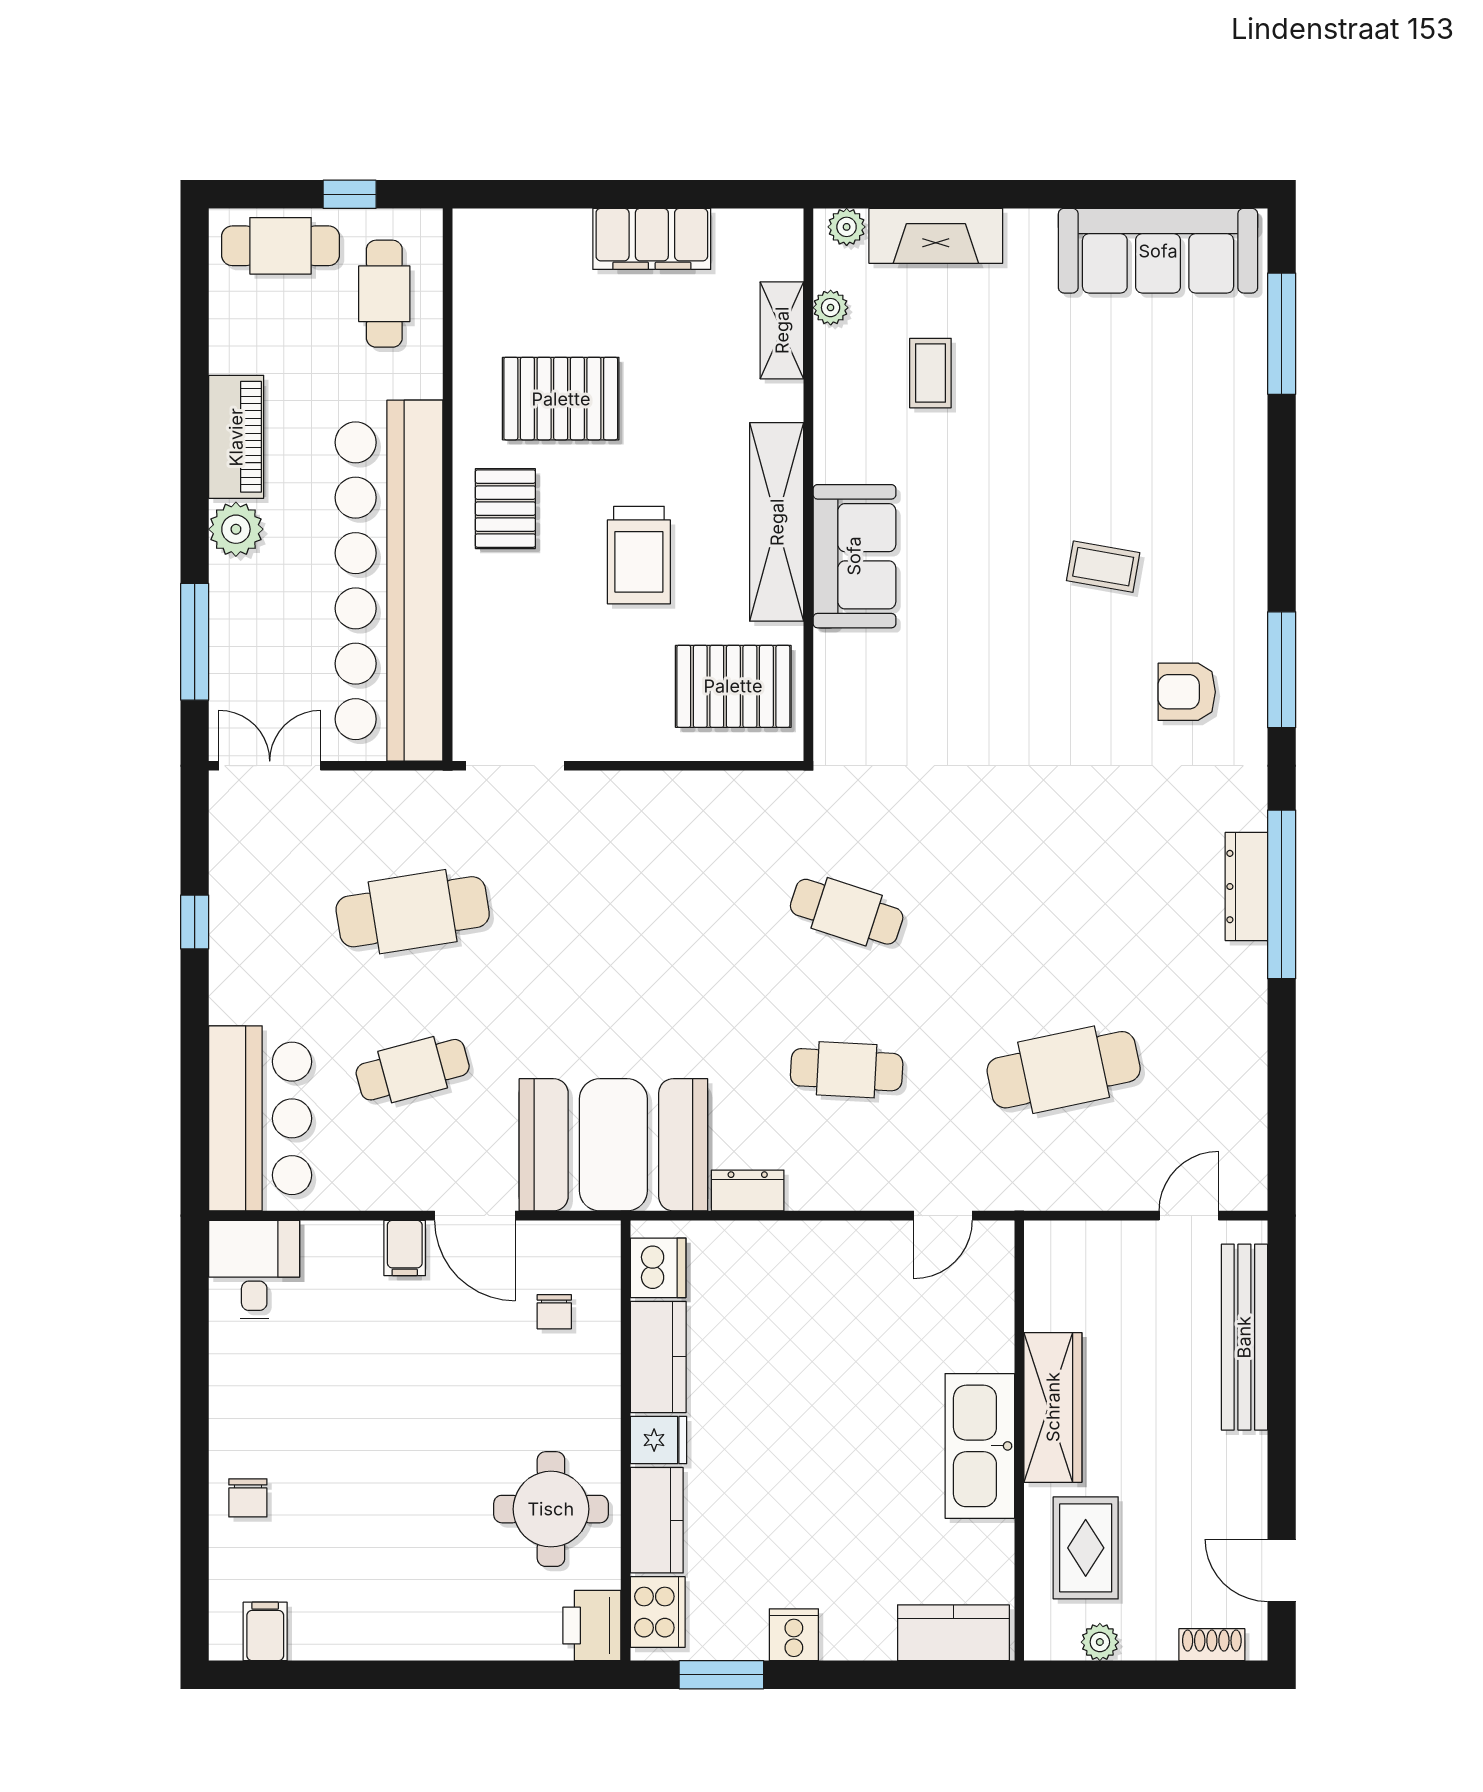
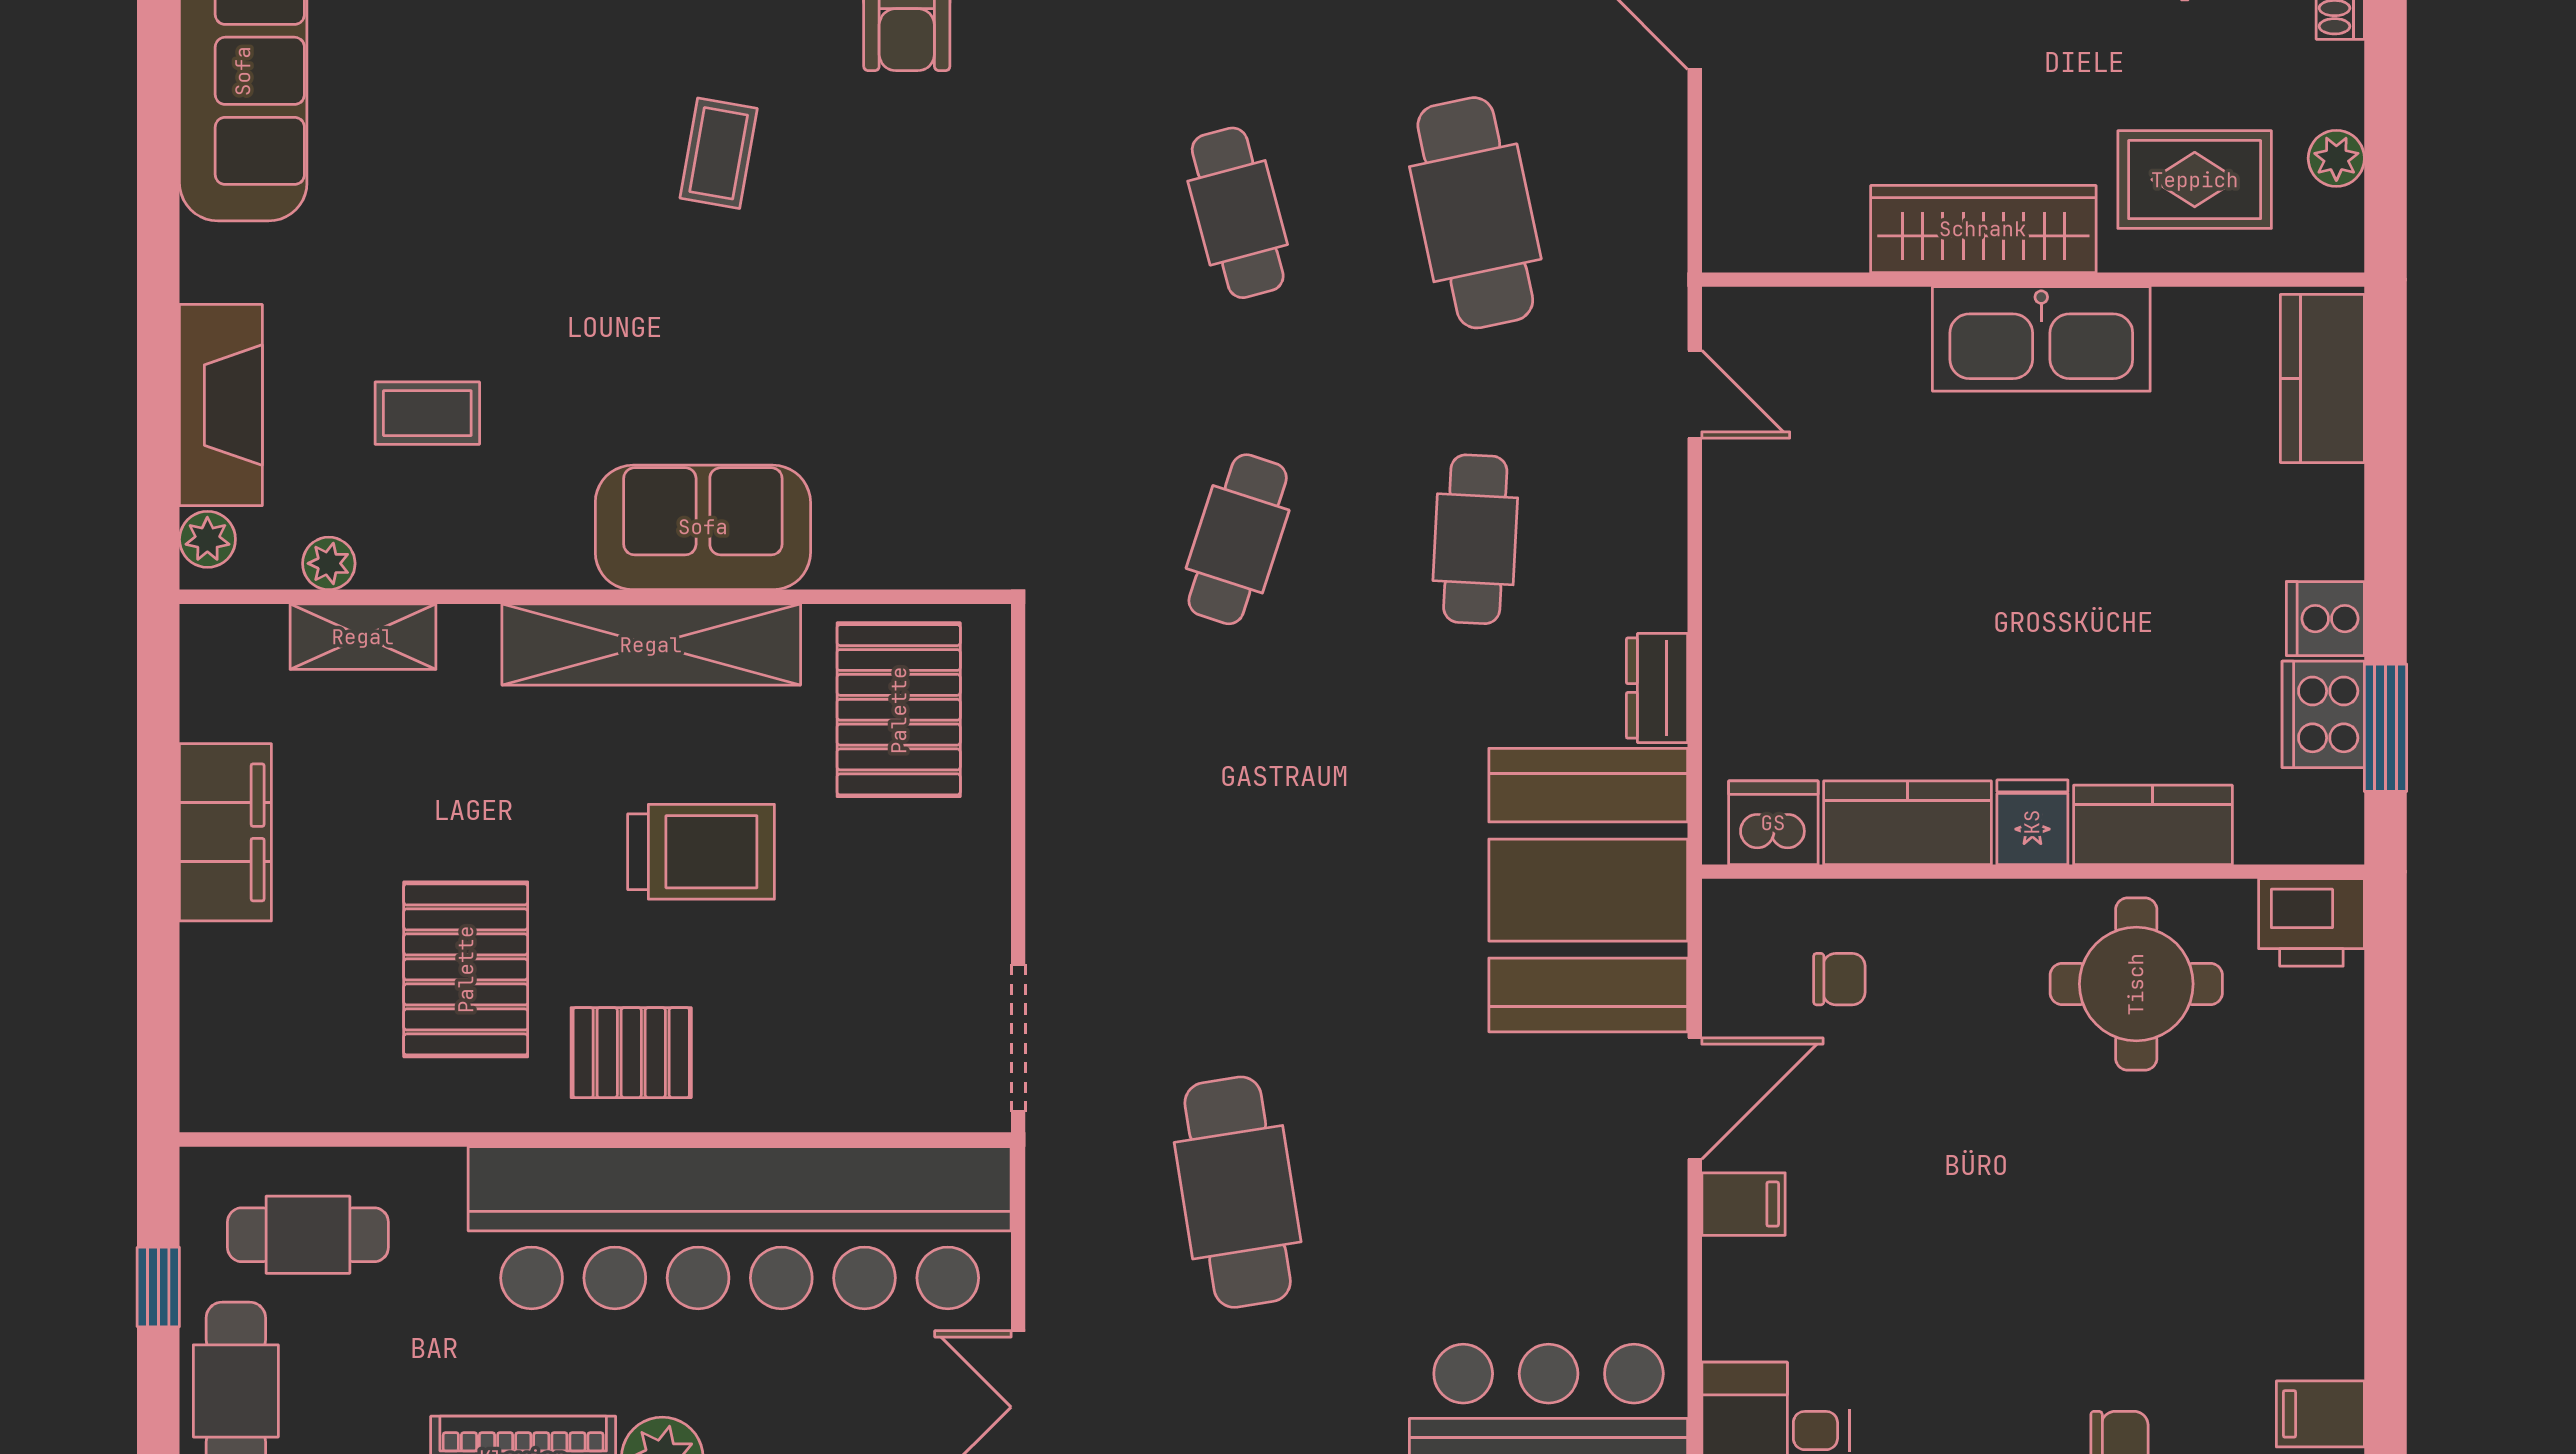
cafe table: (413, 1070) -> (1238, 213), moved
cooker: (658, 1612) -> (2323, 714), moved, turned -90

